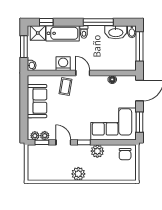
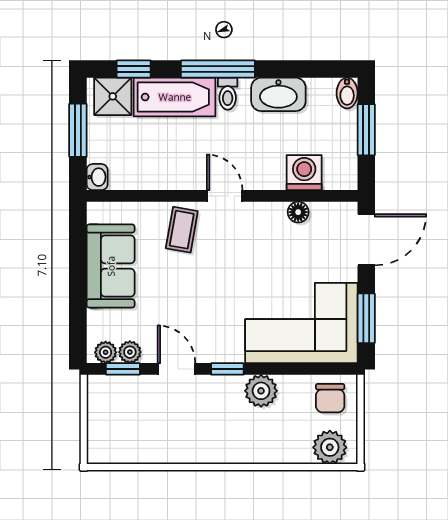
window: (98, 22) -> (218, 69), moved
washbasin: (116, 32) -> (278, 94), moved
window: (140, 46) -> (366, 130), width x0.69
washing machine: (63, 64) -> (304, 173), moved
plant: (78, 174) -> (330, 447), moved

